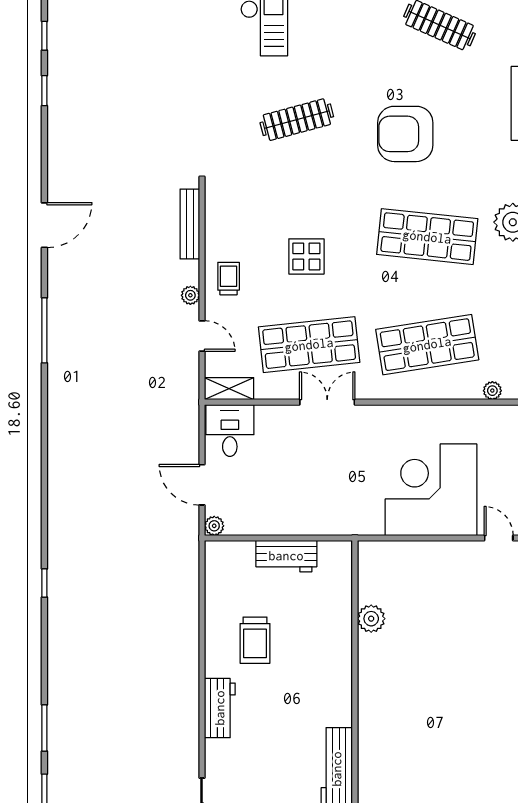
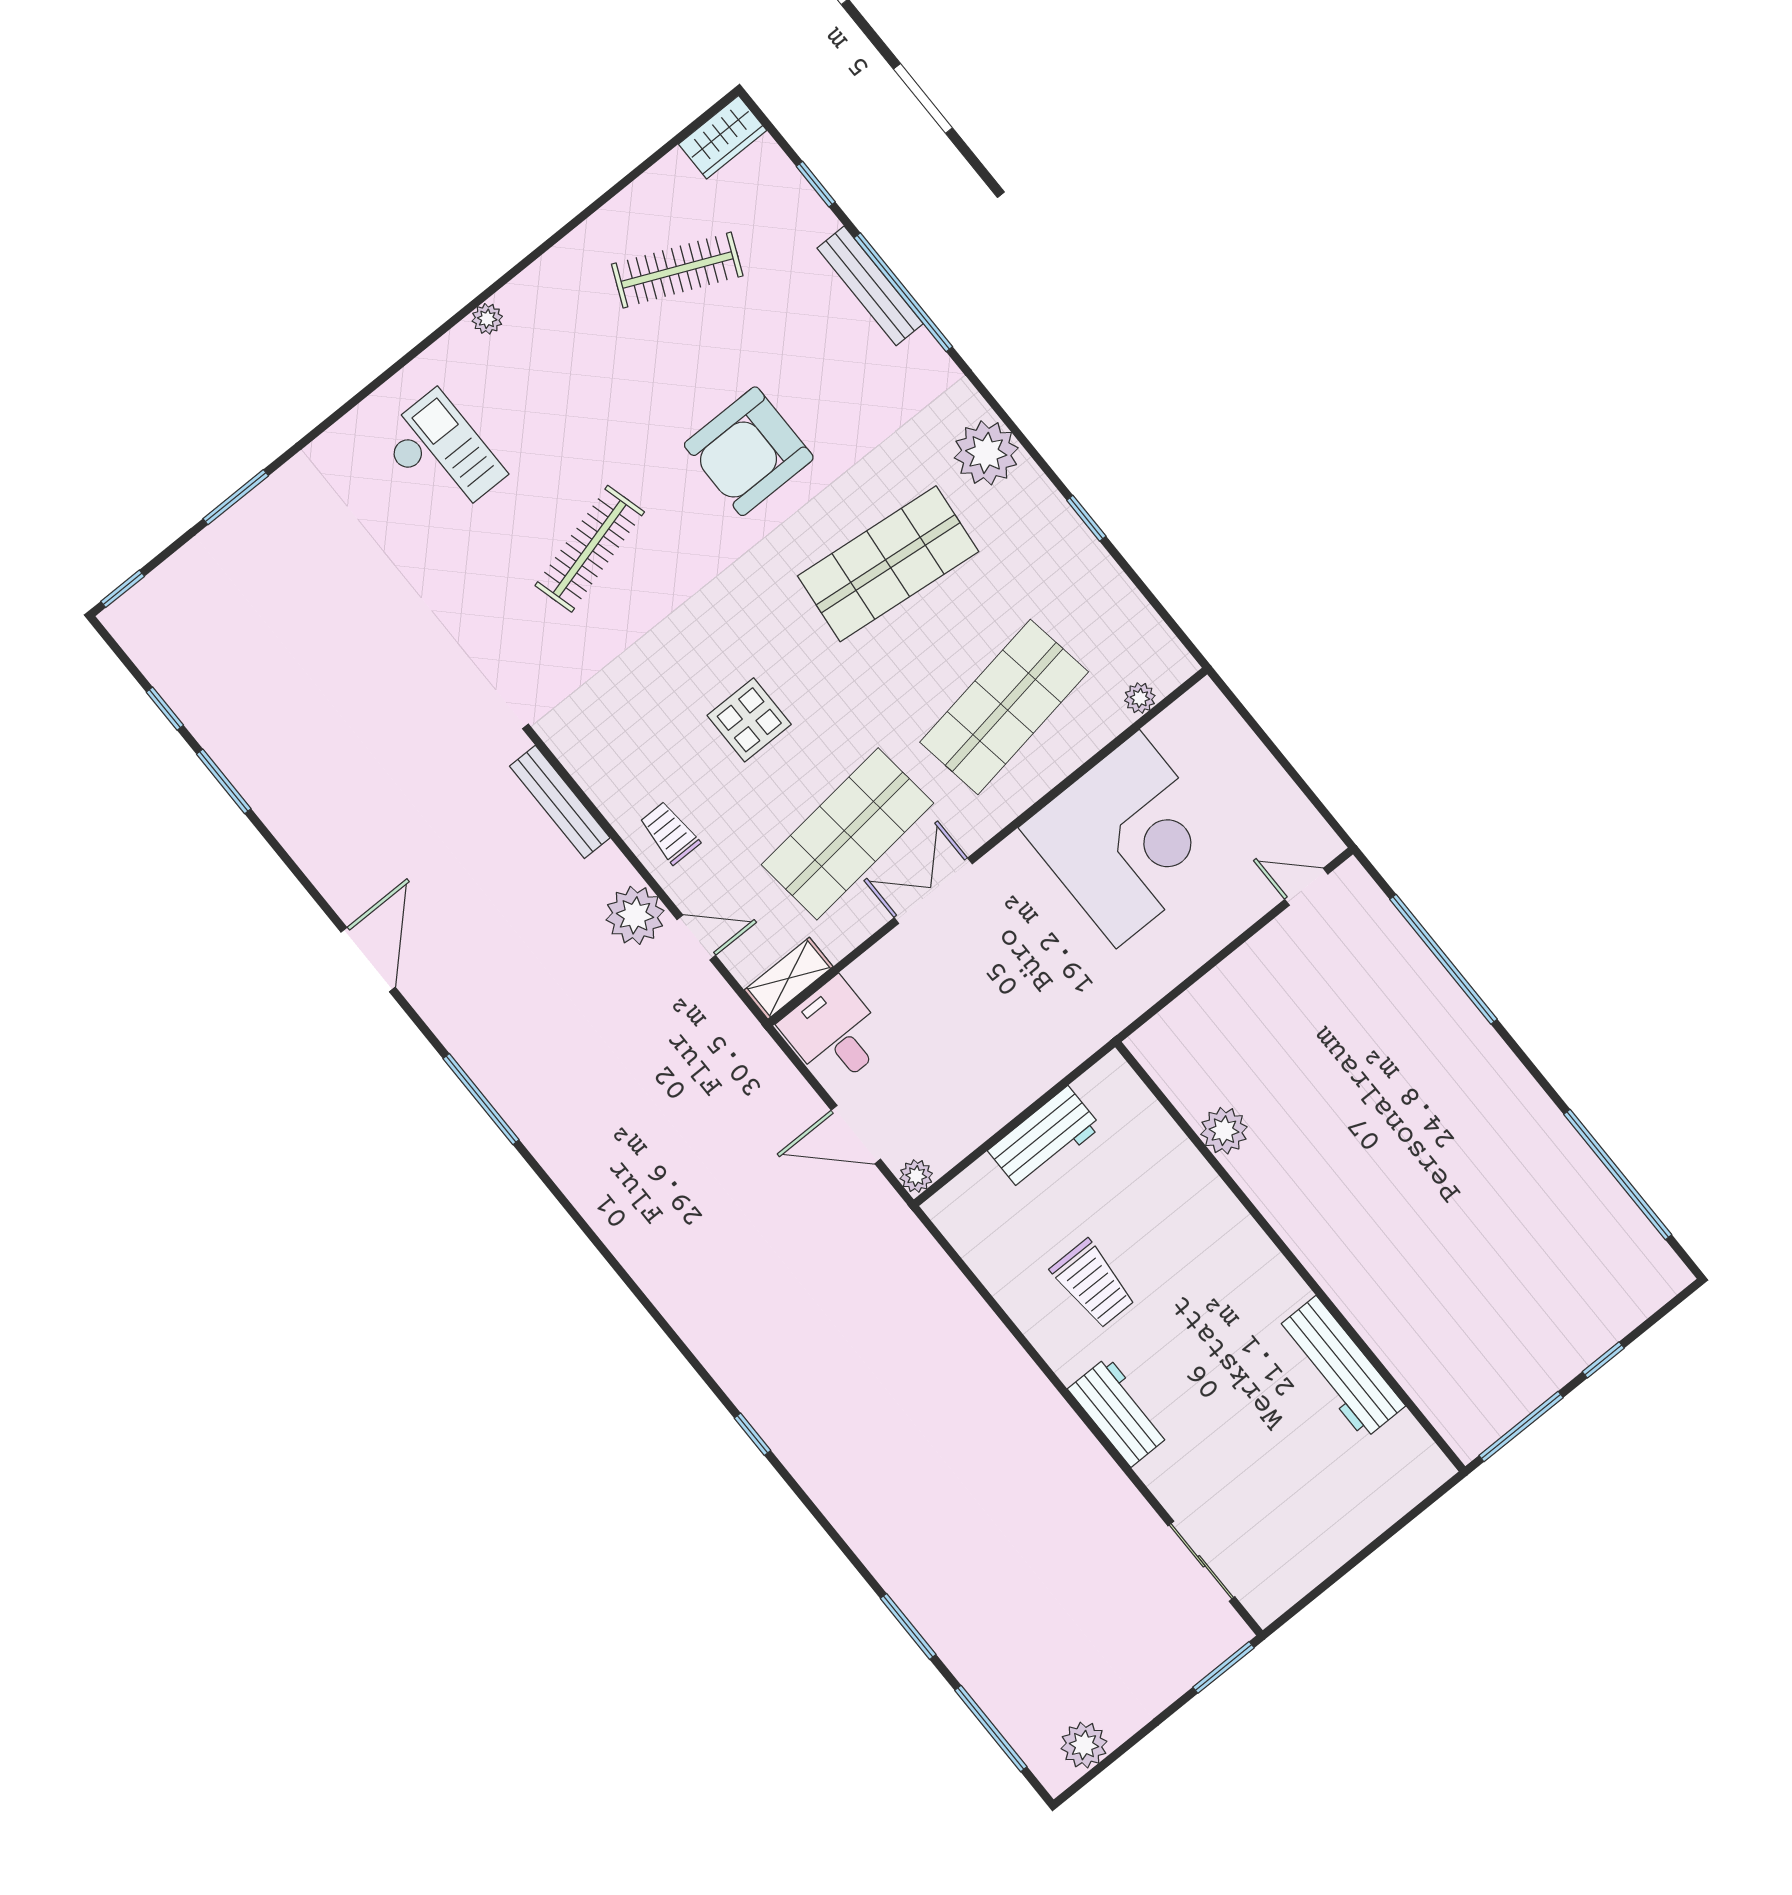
window: (44, 91) -> (224, 781), width x1.50
plant: (190, 295) -> (635, 915), width x1.88, depth x1.88
corner desk: (431, 490) -> (1128, 839), moved, turned 180

